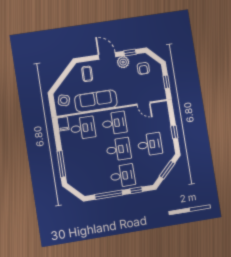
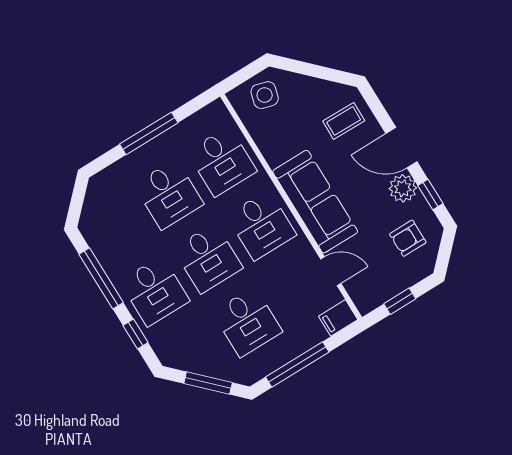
door: (107, 56) -> (402, 148), swing flipped
sofa: (96, 101) -> (315, 202), moved
door: (144, 104) -> (331, 271), swing flipped
filing cabinet: (63, 124) -> (338, 318), moved
window: (174, 132) -> (297, 365), width x2.17
desk: (87, 154) -> (169, 194), added
window: (61, 164) -> (149, 133), moved

